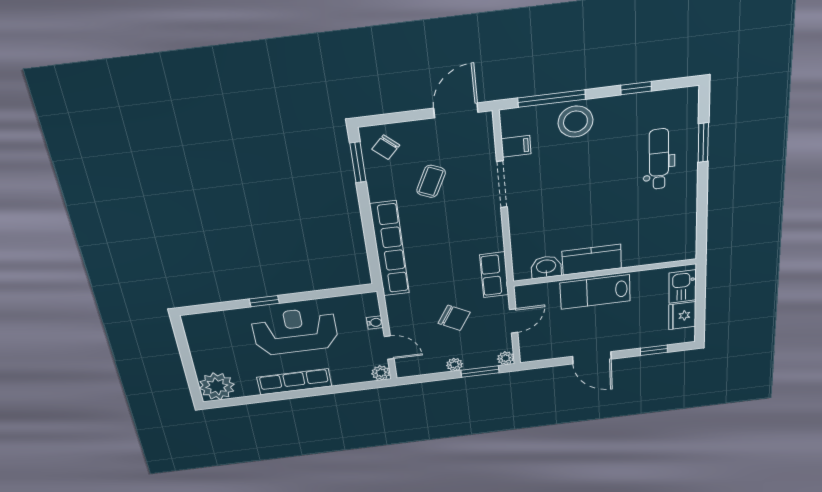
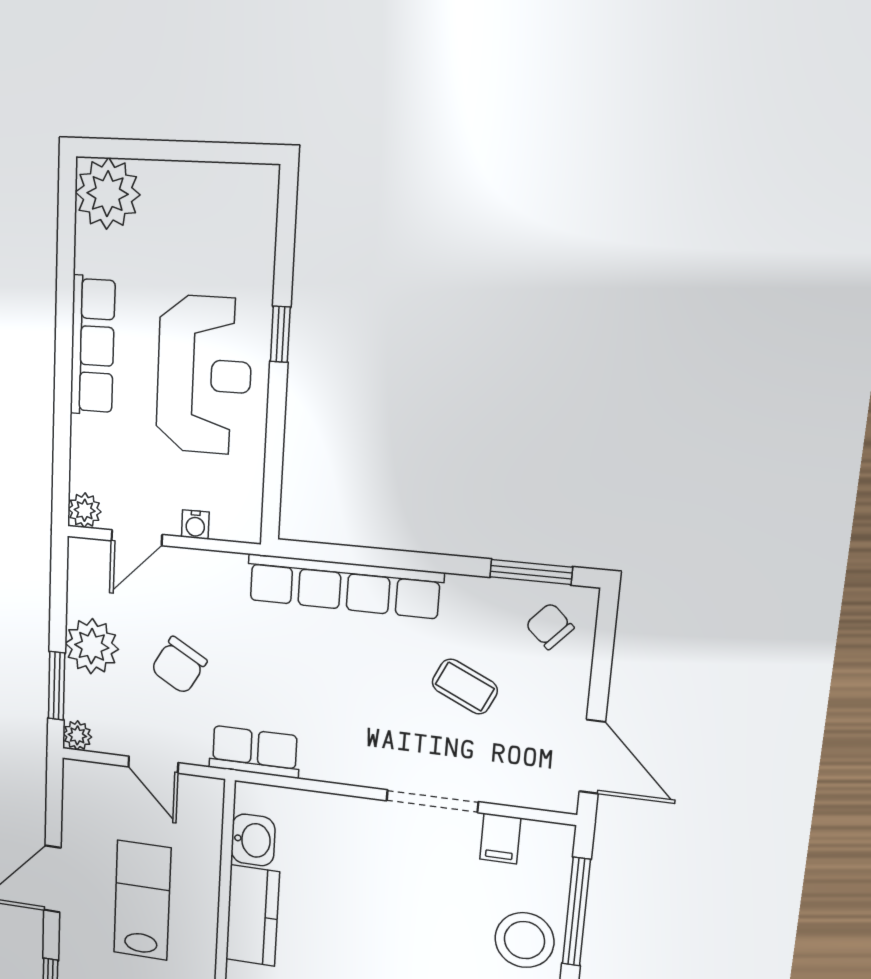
lab bench: (595, 292) -> (142, 900), moved
plant: (454, 365) -> (92, 646), width x1.88, depth x1.88

